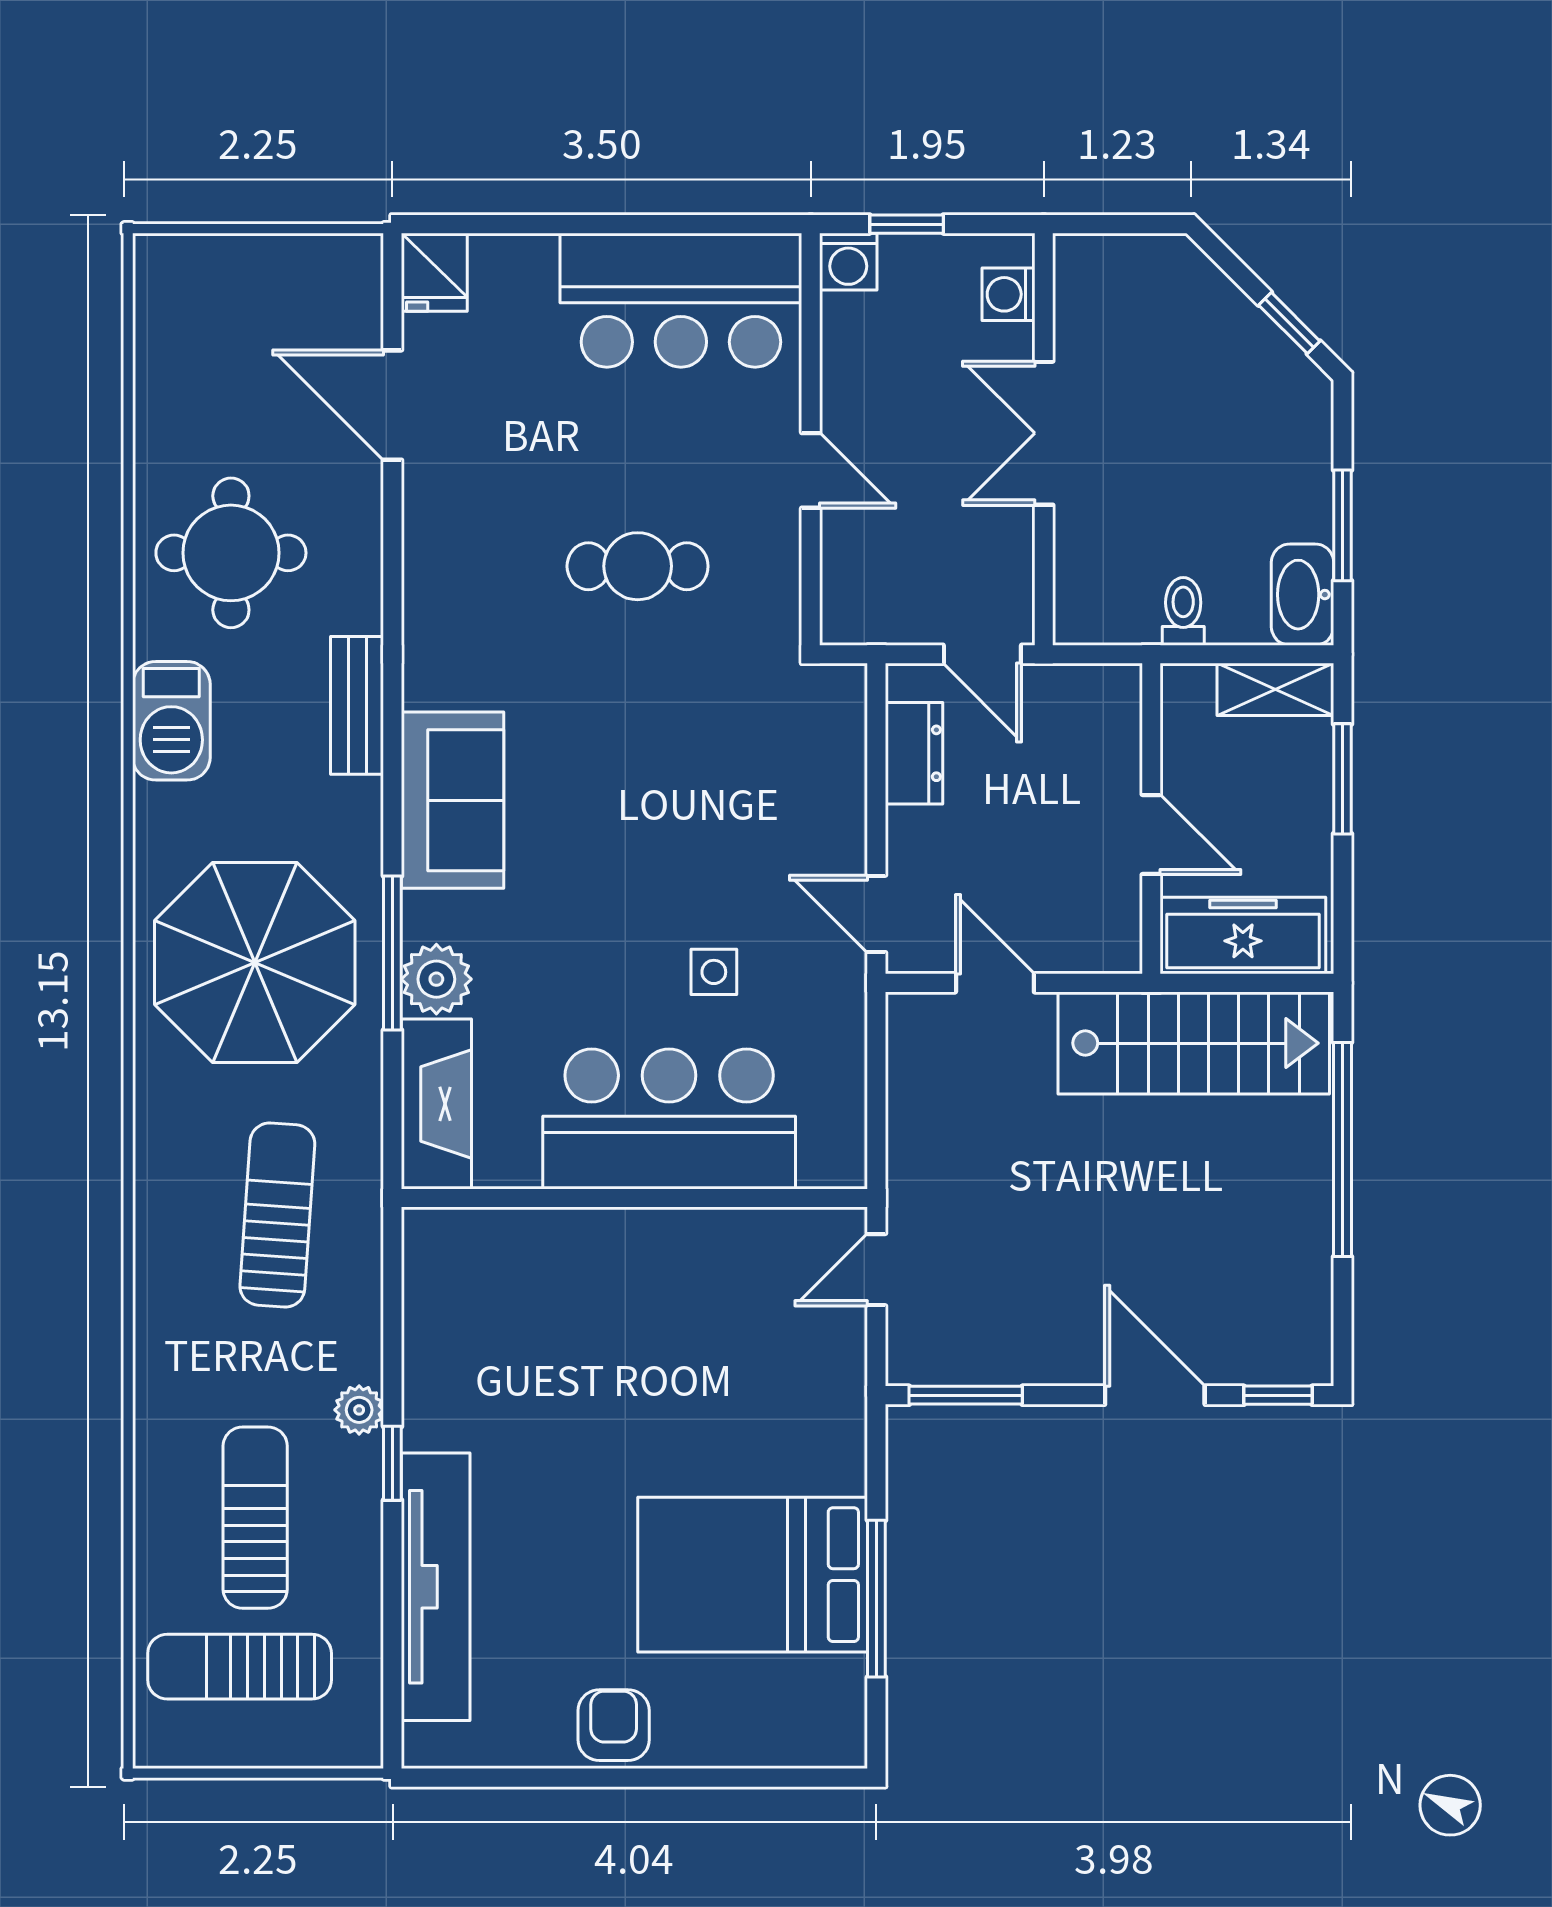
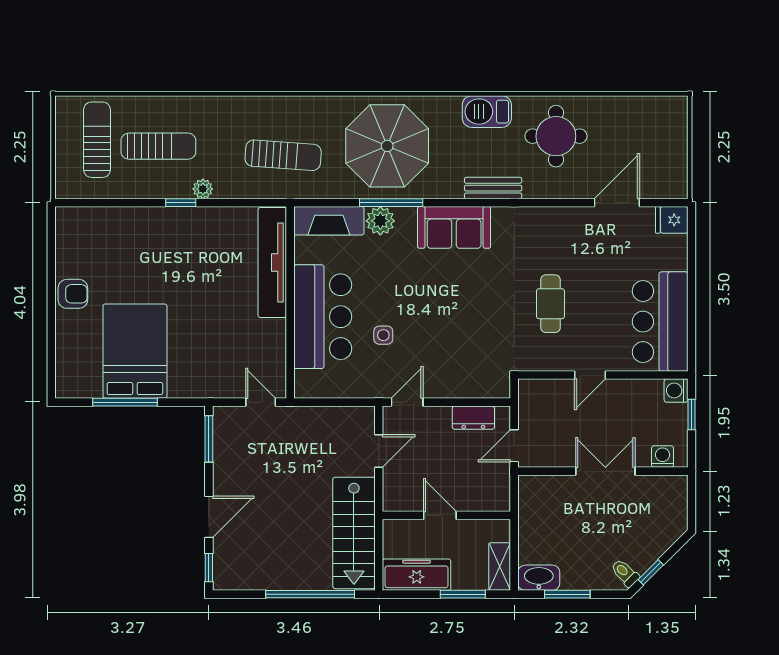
toilet: (1183, 611) -> (625, 573), moved, turned -135
door: (1151, 834) -> (440, 515), swing flipped
freezer: (1243, 936) -> (417, 575), moved, turned -90
tv unit: (436, 1587) -> (272, 262), moved, turned 90

